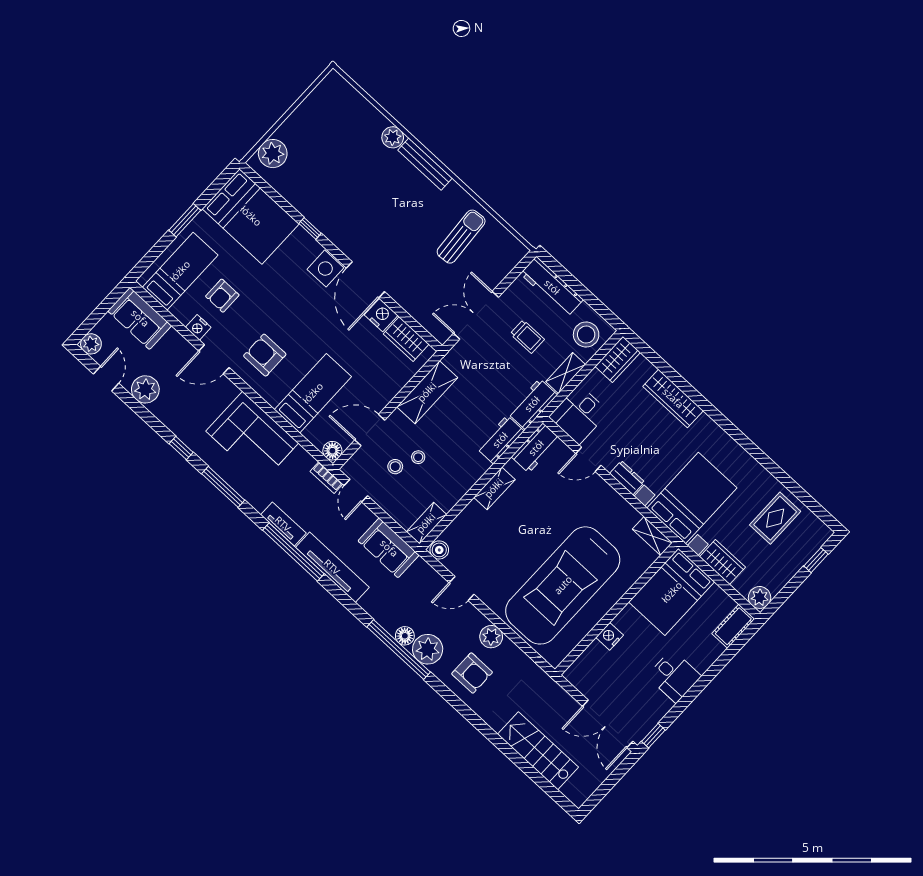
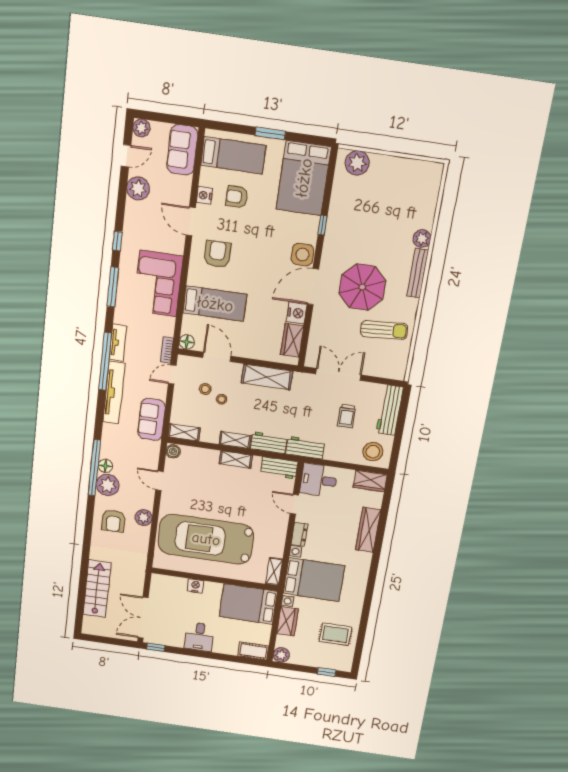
parasol: (401, 230) -> (362, 287), added
shelving: (566, 373) -> (235, 440), moved

